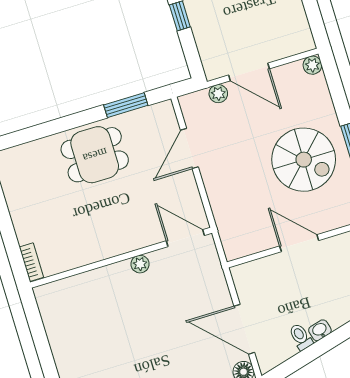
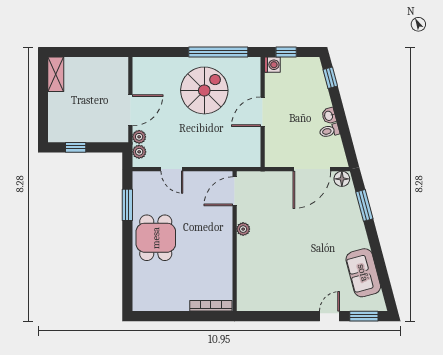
plant: (312, 65) -> (139, 152), moved
door: (189, 149) -> (172, 169), width x0.73
bookcase: (31, 262) -> (211, 306), width x1.56

